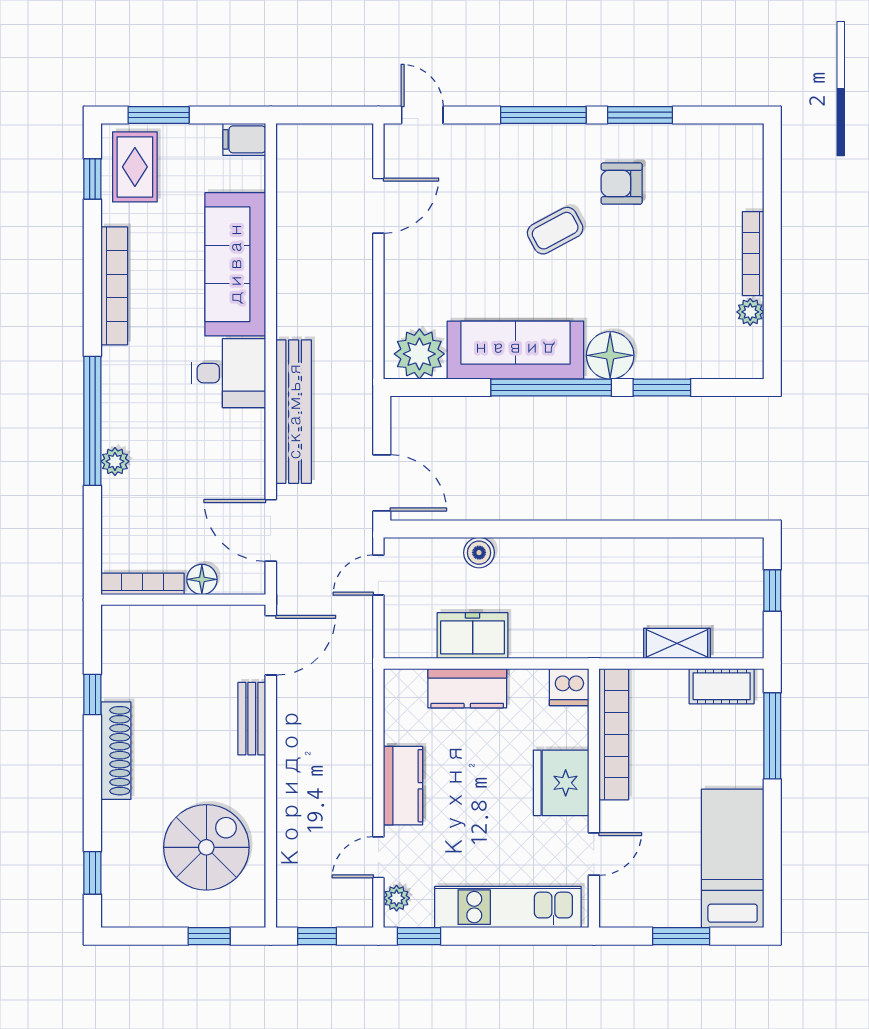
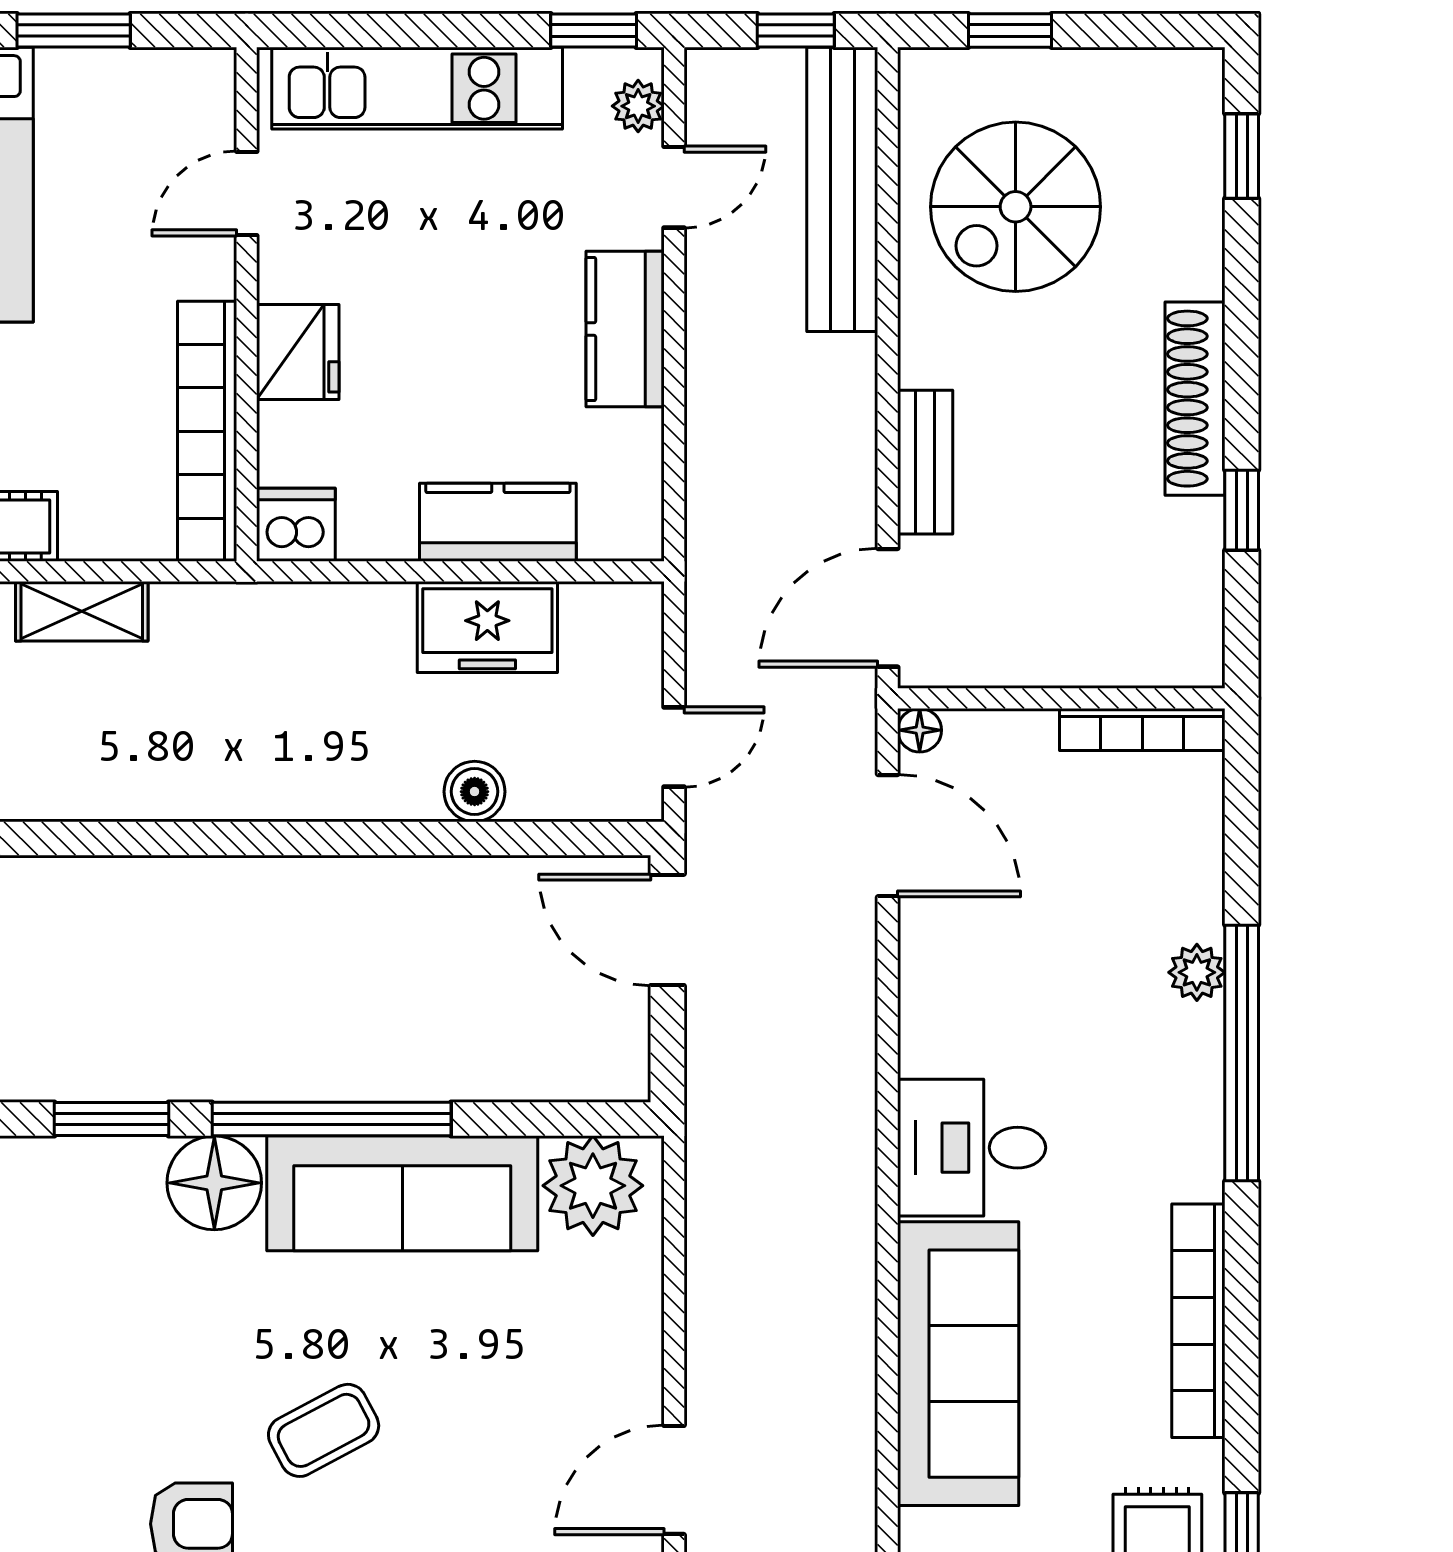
bench: (294, 412) -> (842, 189), moved
floor lamp: (202, 579) -> (920, 730), moved, width x0.73, depth x0.73
fridge: (561, 783) -> (298, 352), width x0.73, depth x0.75

